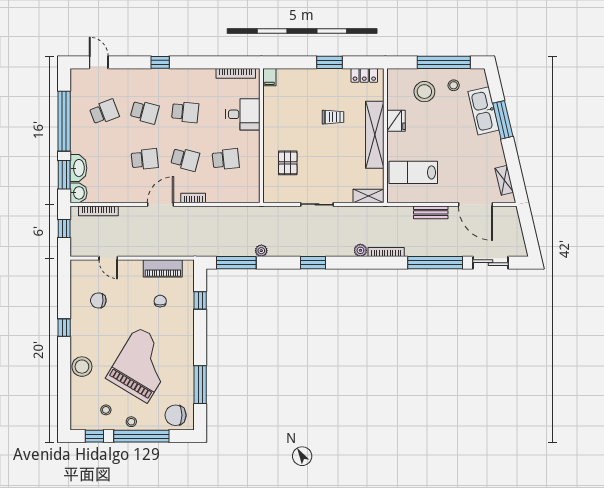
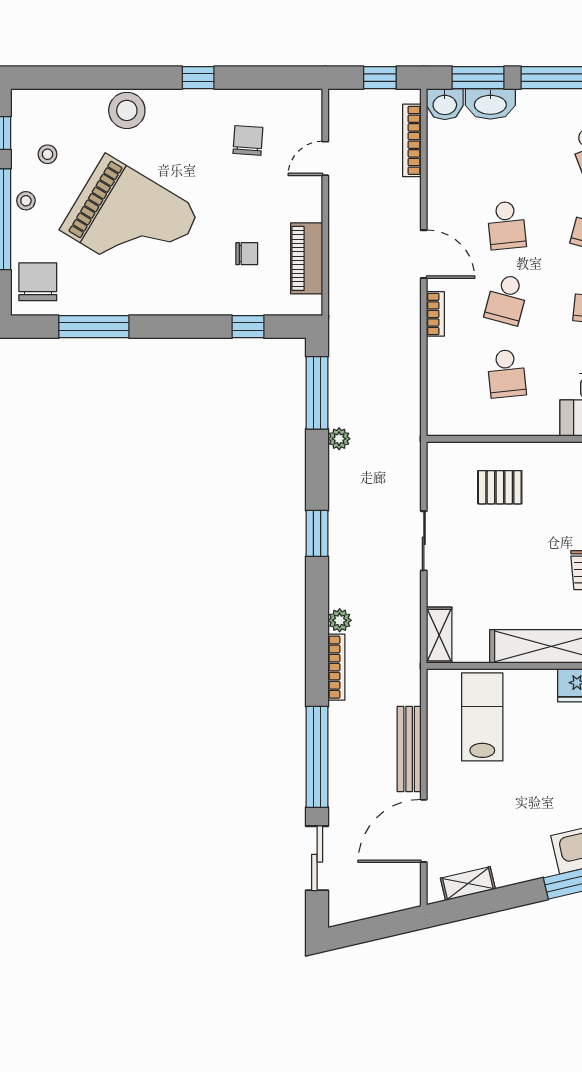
bench: (431, 212) -> (409, 749), width x1.36

